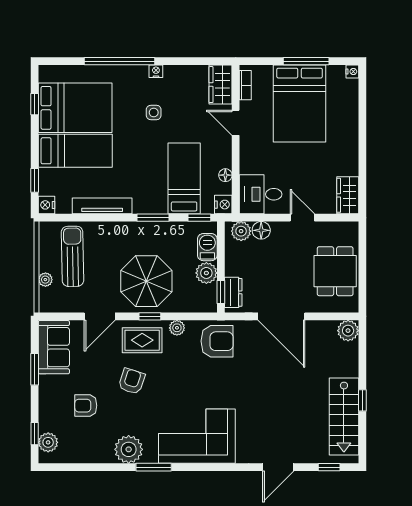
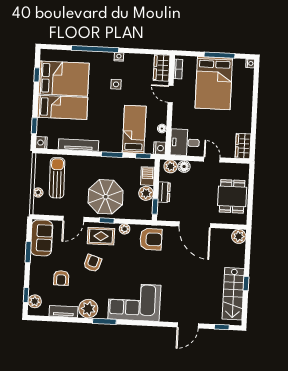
dresser: (233, 292) -> (164, 192), moved
armchair: (86, 406) -> (61, 278), turned -90
tv unit: (92, 455) -> (63, 311), added

